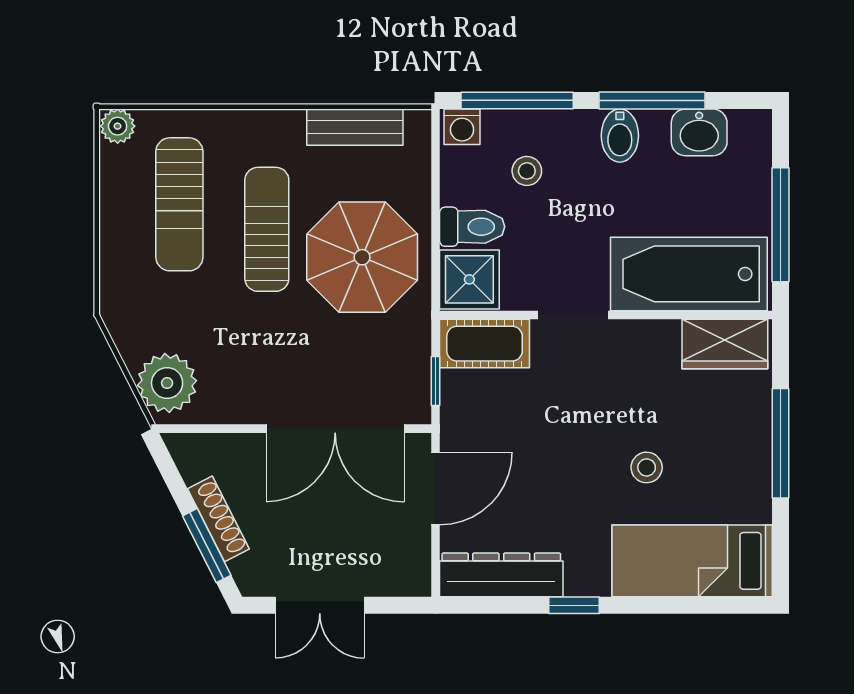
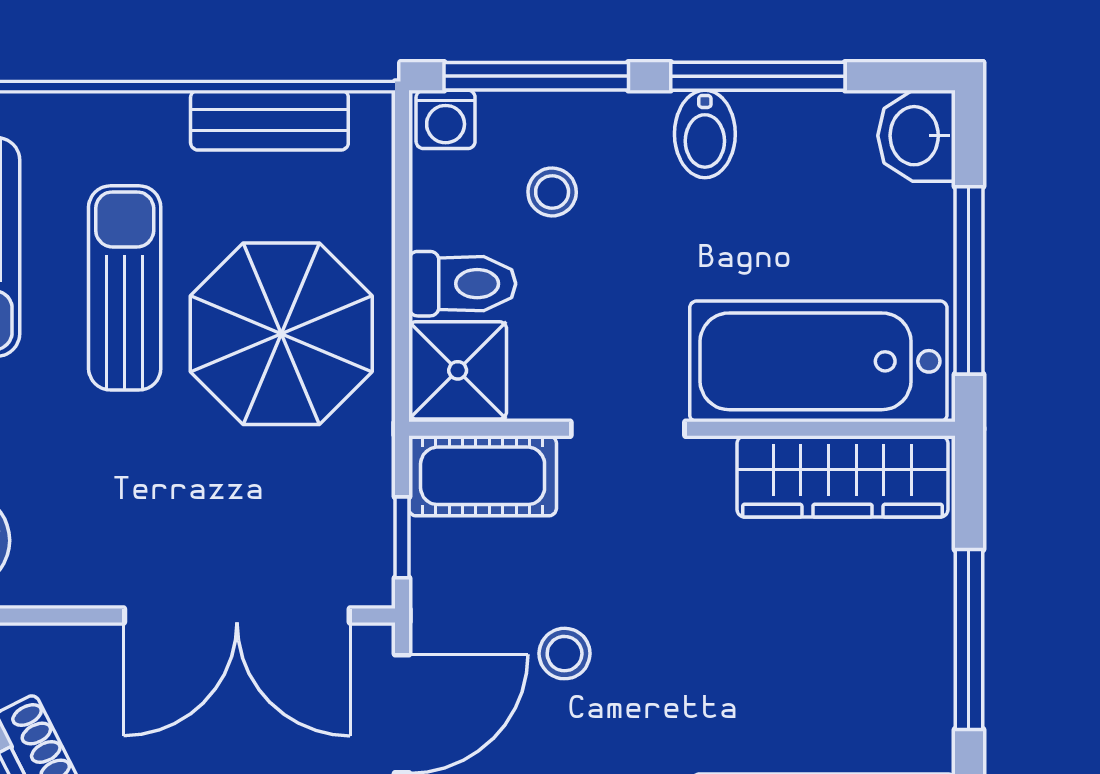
washbasin: (699, 132) -> (916, 136), moved, turned 90
wardrobe: (725, 344) -> (842, 476), width x1.50
stool: (647, 467) -> (565, 654), moved

